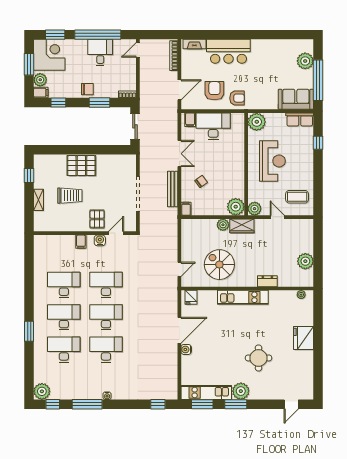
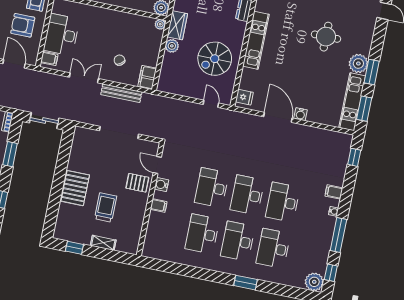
plant: (236, 207) -> (160, 24), width x0.53, depth x0.53
filing cabinet: (186, 209) -> (147, 77), width x2.00
filing cabinet: (124, 392) -> (334, 192), added

